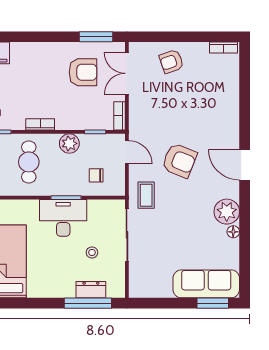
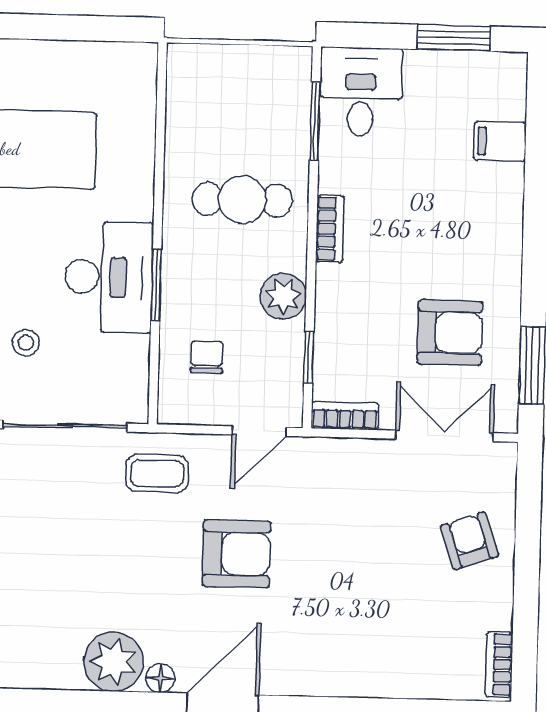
armchair: (83, 72) -> (450, 333), turned -90
armchair: (179, 160) -> (236, 554), turned -112
floor lamp: (233, 232) -> (160, 678), moved

